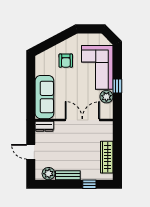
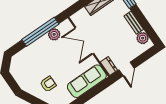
corner sofa: (97, 67) -> (37, 57), removed
window: (117, 86) -> (40, 32), width x3.17
door: (31, 152) -> (127, 69), moved

